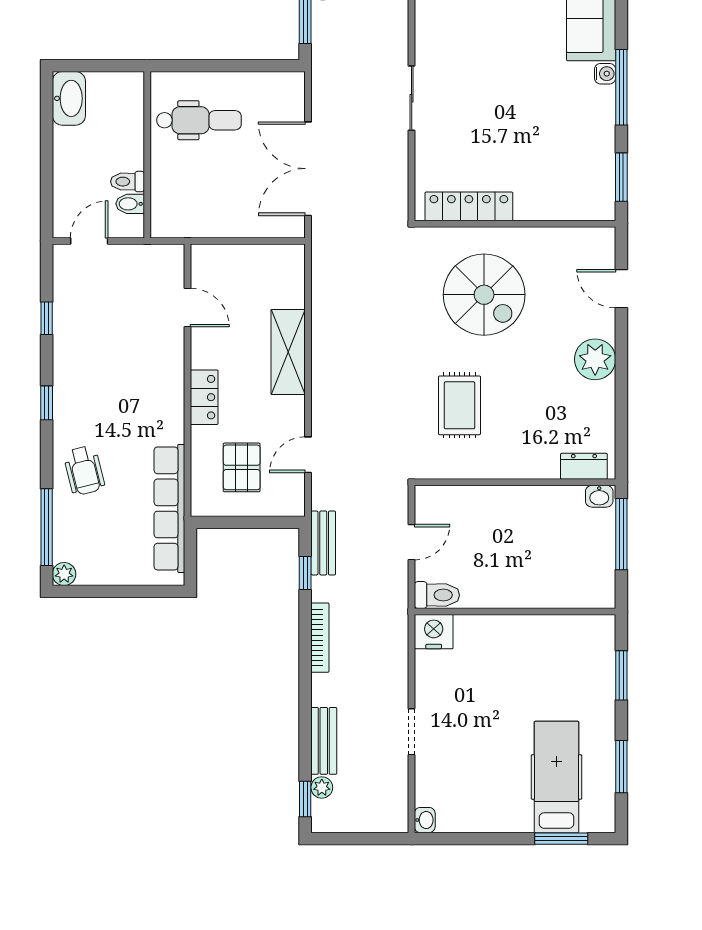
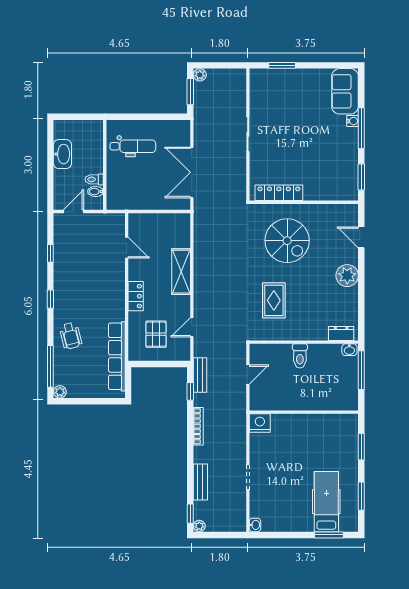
washbasin: (69, 98) -> (62, 154), moved
toilet: (437, 595) -> (300, 356), moved, turned 90
plant: (322, 787) -> (199, 526), moved

